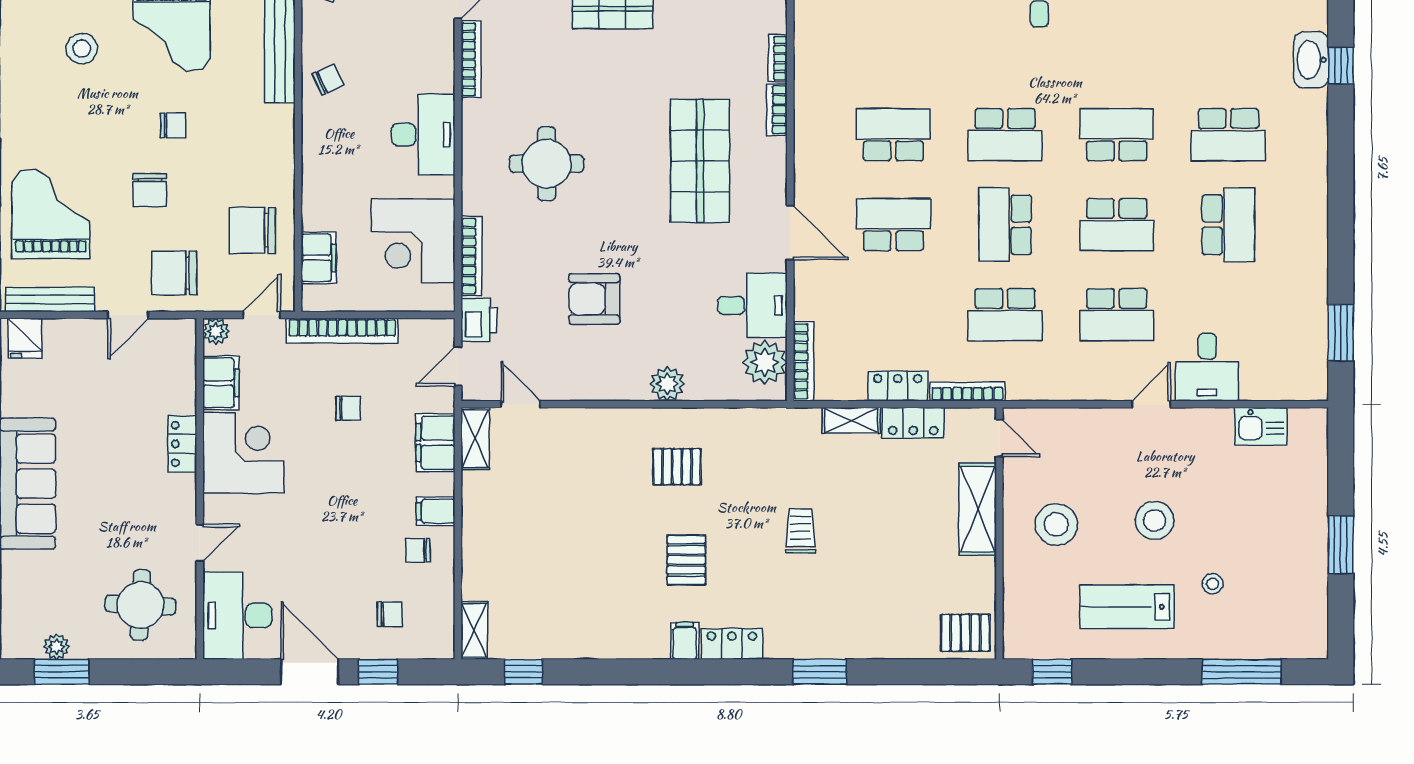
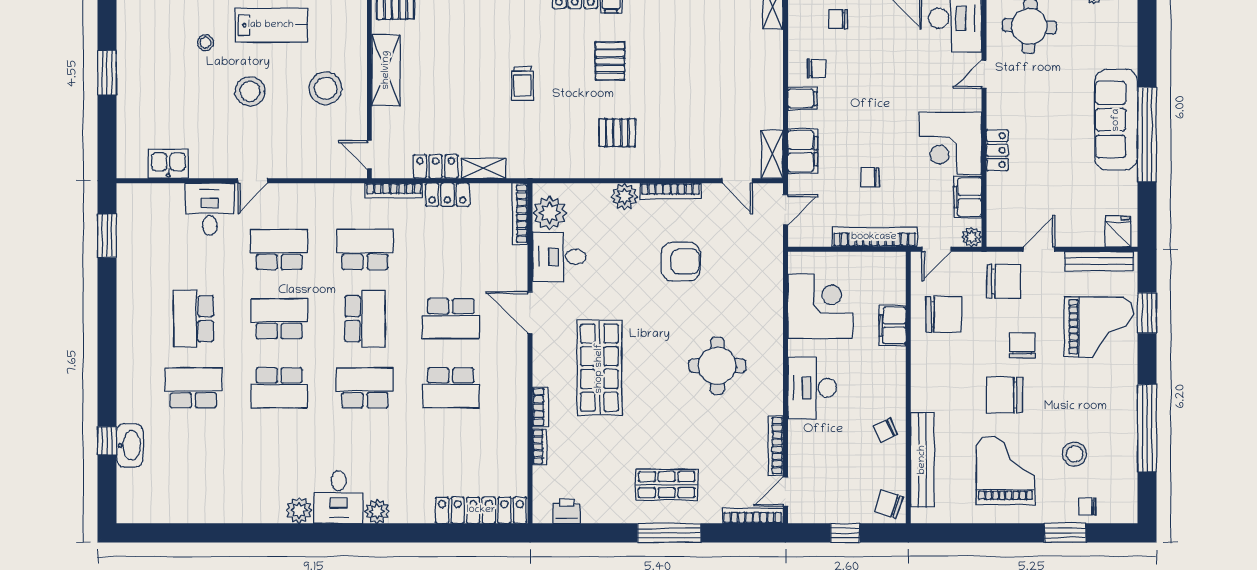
chair: (173, 126) -> (1004, 395), width x1.87, depth x1.87
grand piano: (51, 214) -> (1098, 327), turned -90
bookcase: (471, 256) -> (670, 191), moved, turned -90
filing cabinet: (319, 258) -> (893, 326), moved
printer: (479, 320) -> (769, 245), removed
shelving: (978, 509) -> (386, 70), moved

